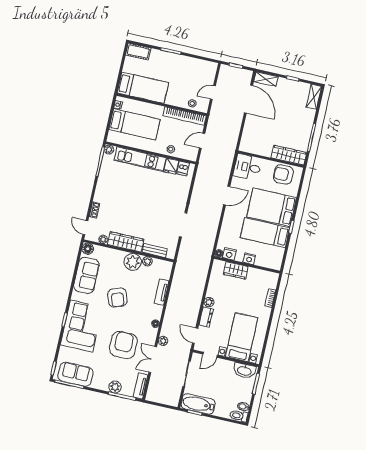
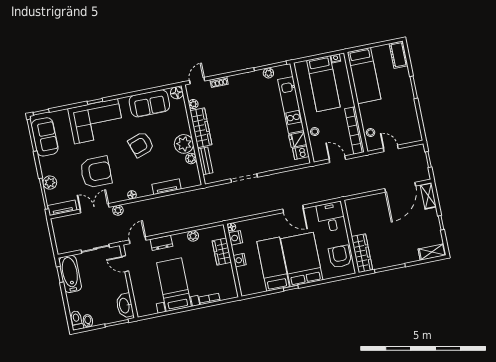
plant: (109, 150) -> (268, 73), moved
plant: (209, 302) -> (193, 236), moved
bed with nightstands: (242, 337) -> (174, 285), moved, turned -90

